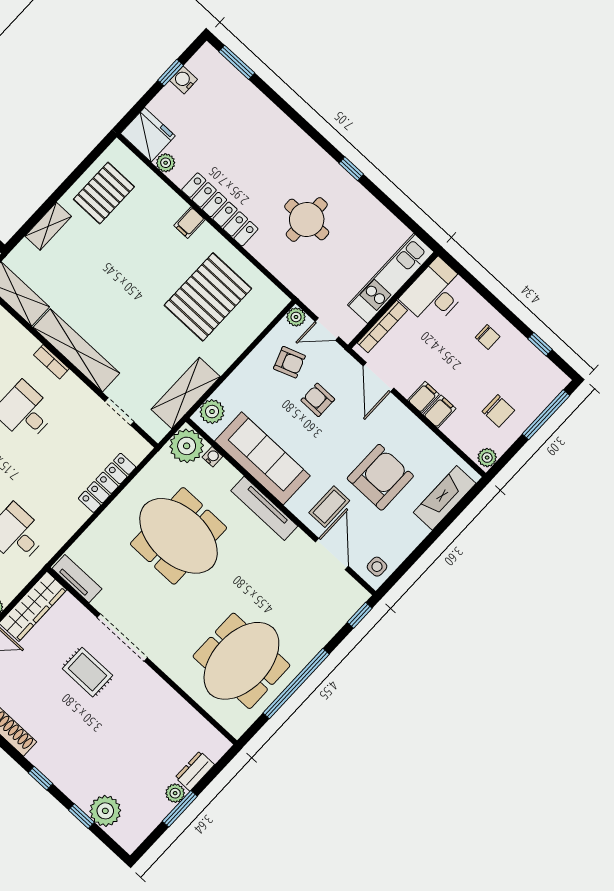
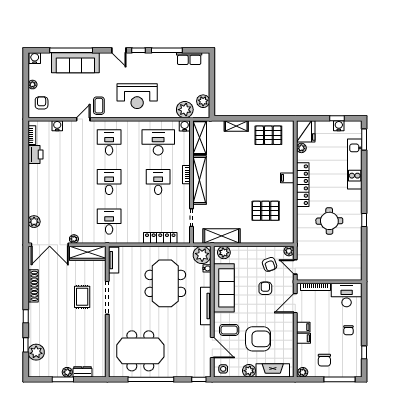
kitchen unit: (391, 278) -> (355, 164), moved, turned -90
pallet: (208, 297) -> (266, 211), width x0.73, depth x0.71
plant: (414, 532) -> (249, 371), added
door: (332, 554) -> (212, 348), hinge flipped

